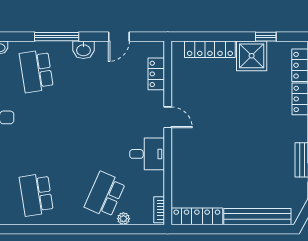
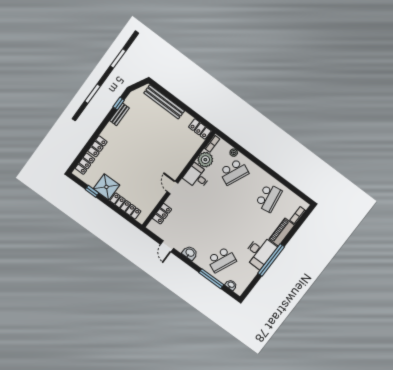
window: (57, 37) -> (211, 279), moved
door: (119, 37) -> (167, 246), swing flipped
school desk: (36, 71) -> (222, 260), turned 33
plant: (152, 183) -> (205, 160), added
locker: (197, 216) -> (200, 129), width x0.66

